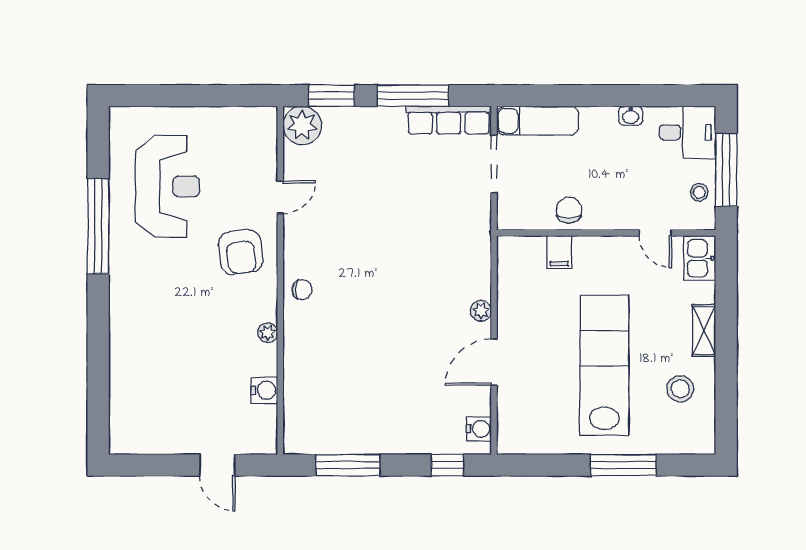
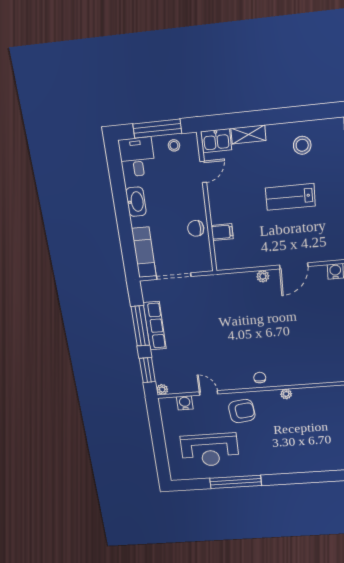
washbasin: (631, 116) -> (136, 202), width x1.91, depth x1.45
row of seats: (449, 120) -> (155, 326), moved
plant: (302, 125) -> (162, 389), width x0.53, depth x0.53
reception desk: (168, 186) -> (210, 450), turned 180
shelving: (704, 330) -> (248, 134), moved
door: (494, 362) -> (294, 266), hinge flipped
lab bench: (604, 365) -> (290, 197), width x0.54, depth x0.72
water cooler: (264, 390) -> (185, 403), moved

